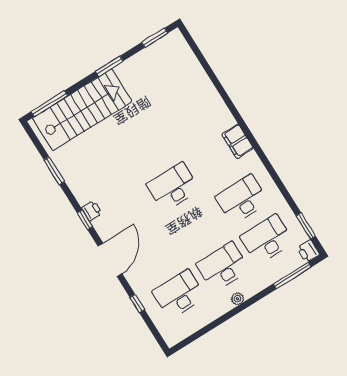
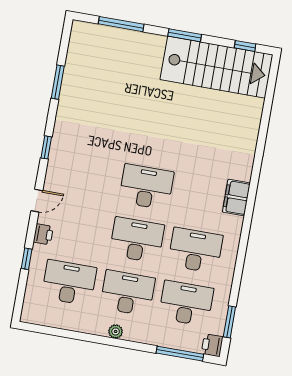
window: (155, 38) -> (245, 46), width x0.67
window: (49, 104) -> (121, 24), moved
stairs: (82, 110) -> (216, 67), moved
printer: (92, 211) -> (43, 234), moved
desk: (198, 227) -> (137, 240), added
door: (110, 260) -> (37, 201), width x0.53

